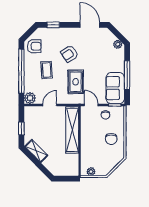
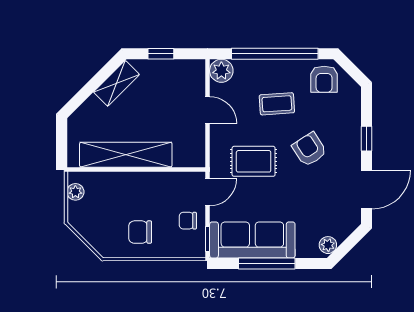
window: (53, 25) -> (366, 139), moved
sofa: (115, 88) -> (252, 240), width x1.36
shelving: (72, 130) -> (126, 155), moved

